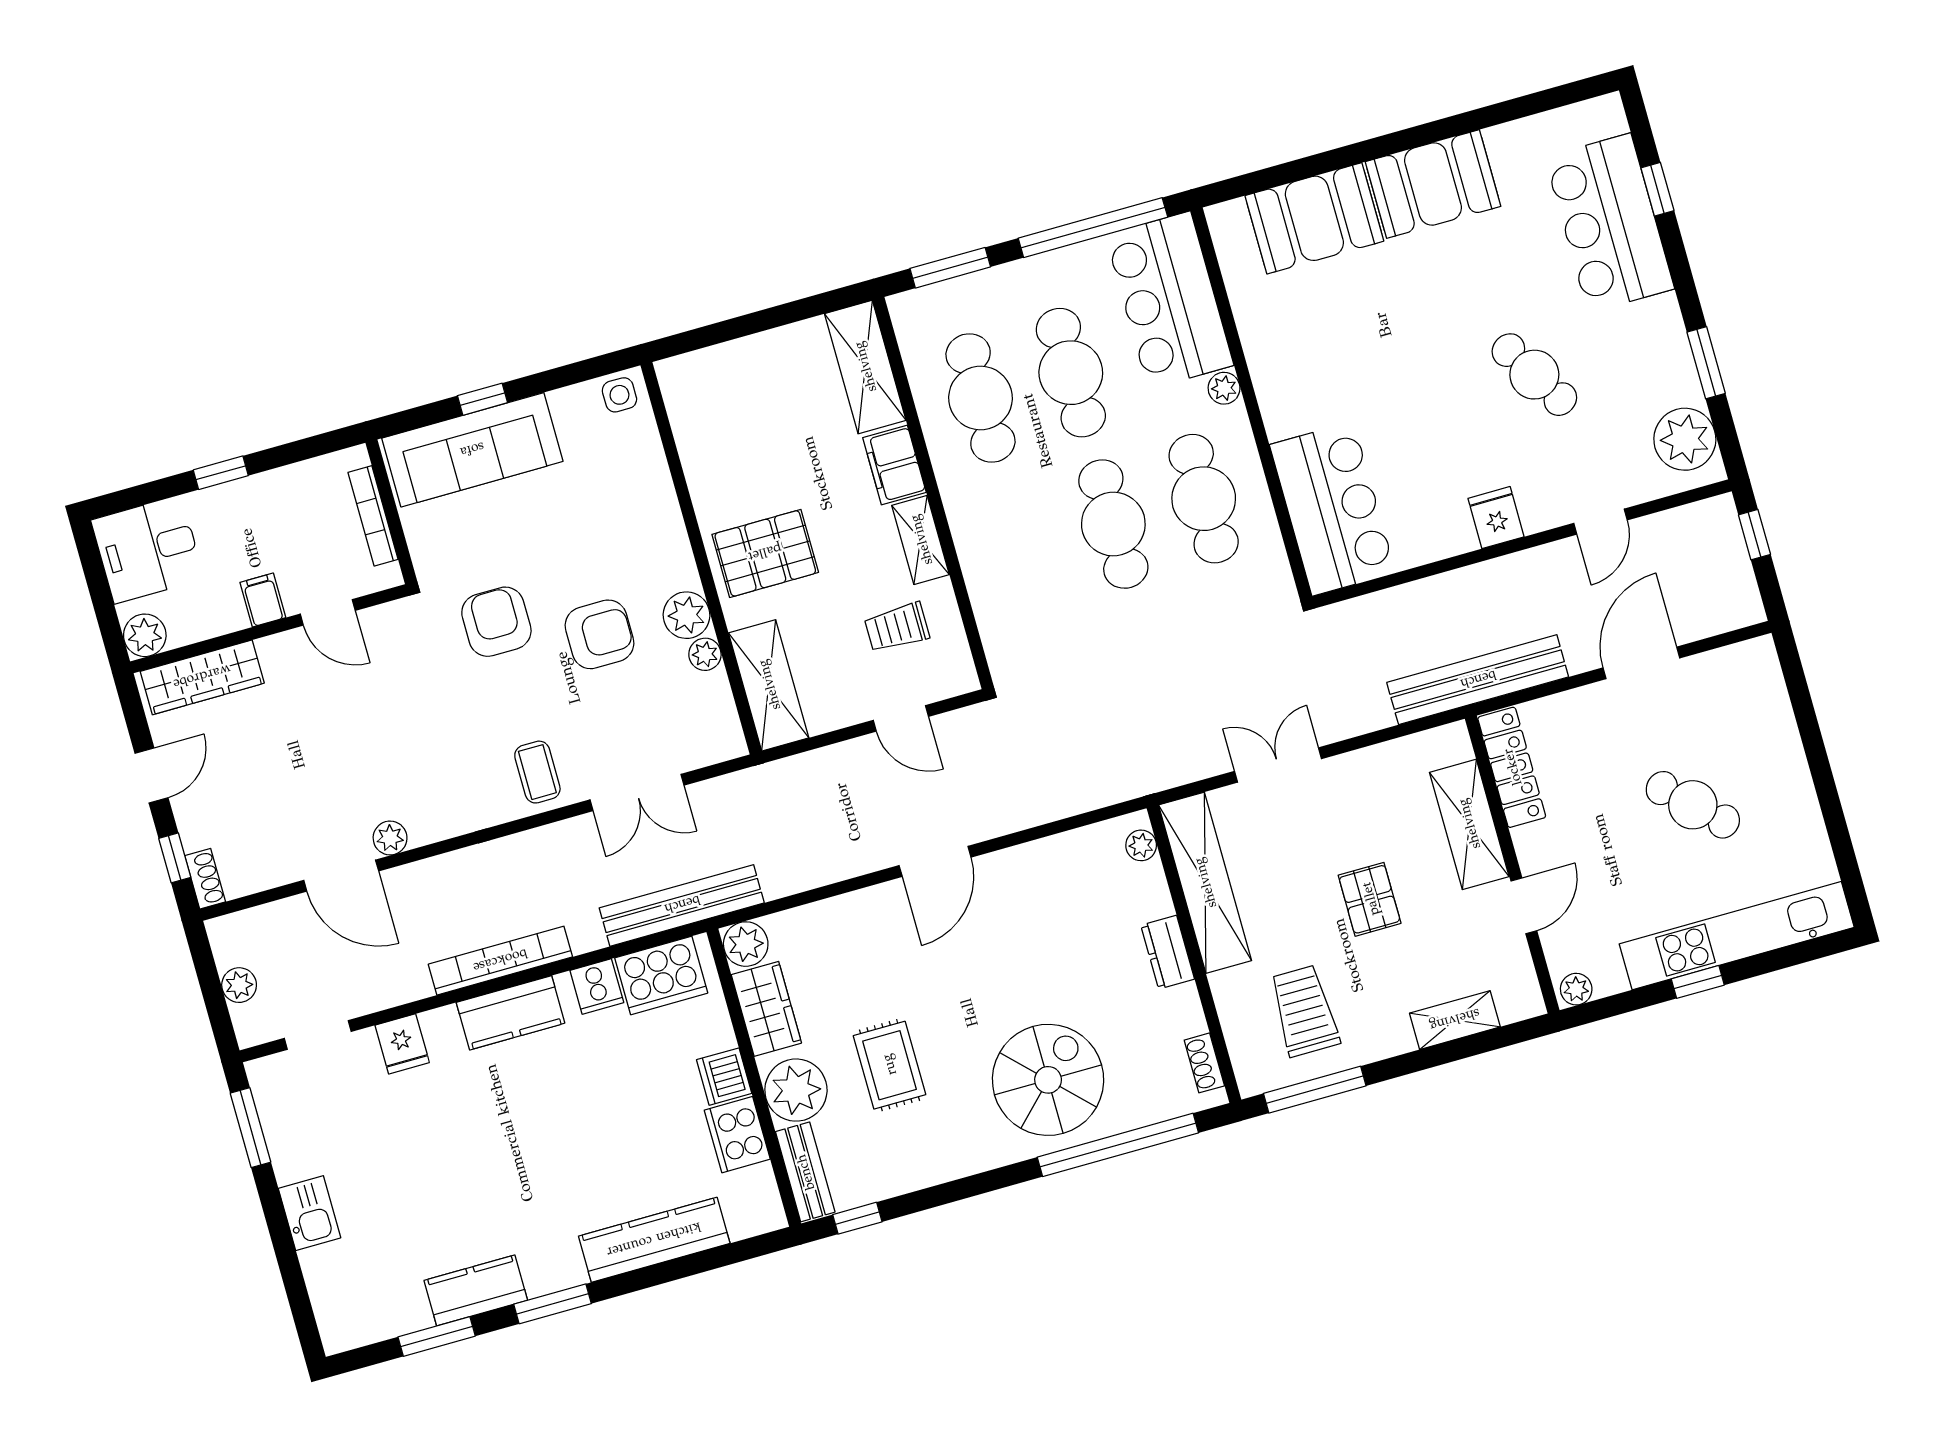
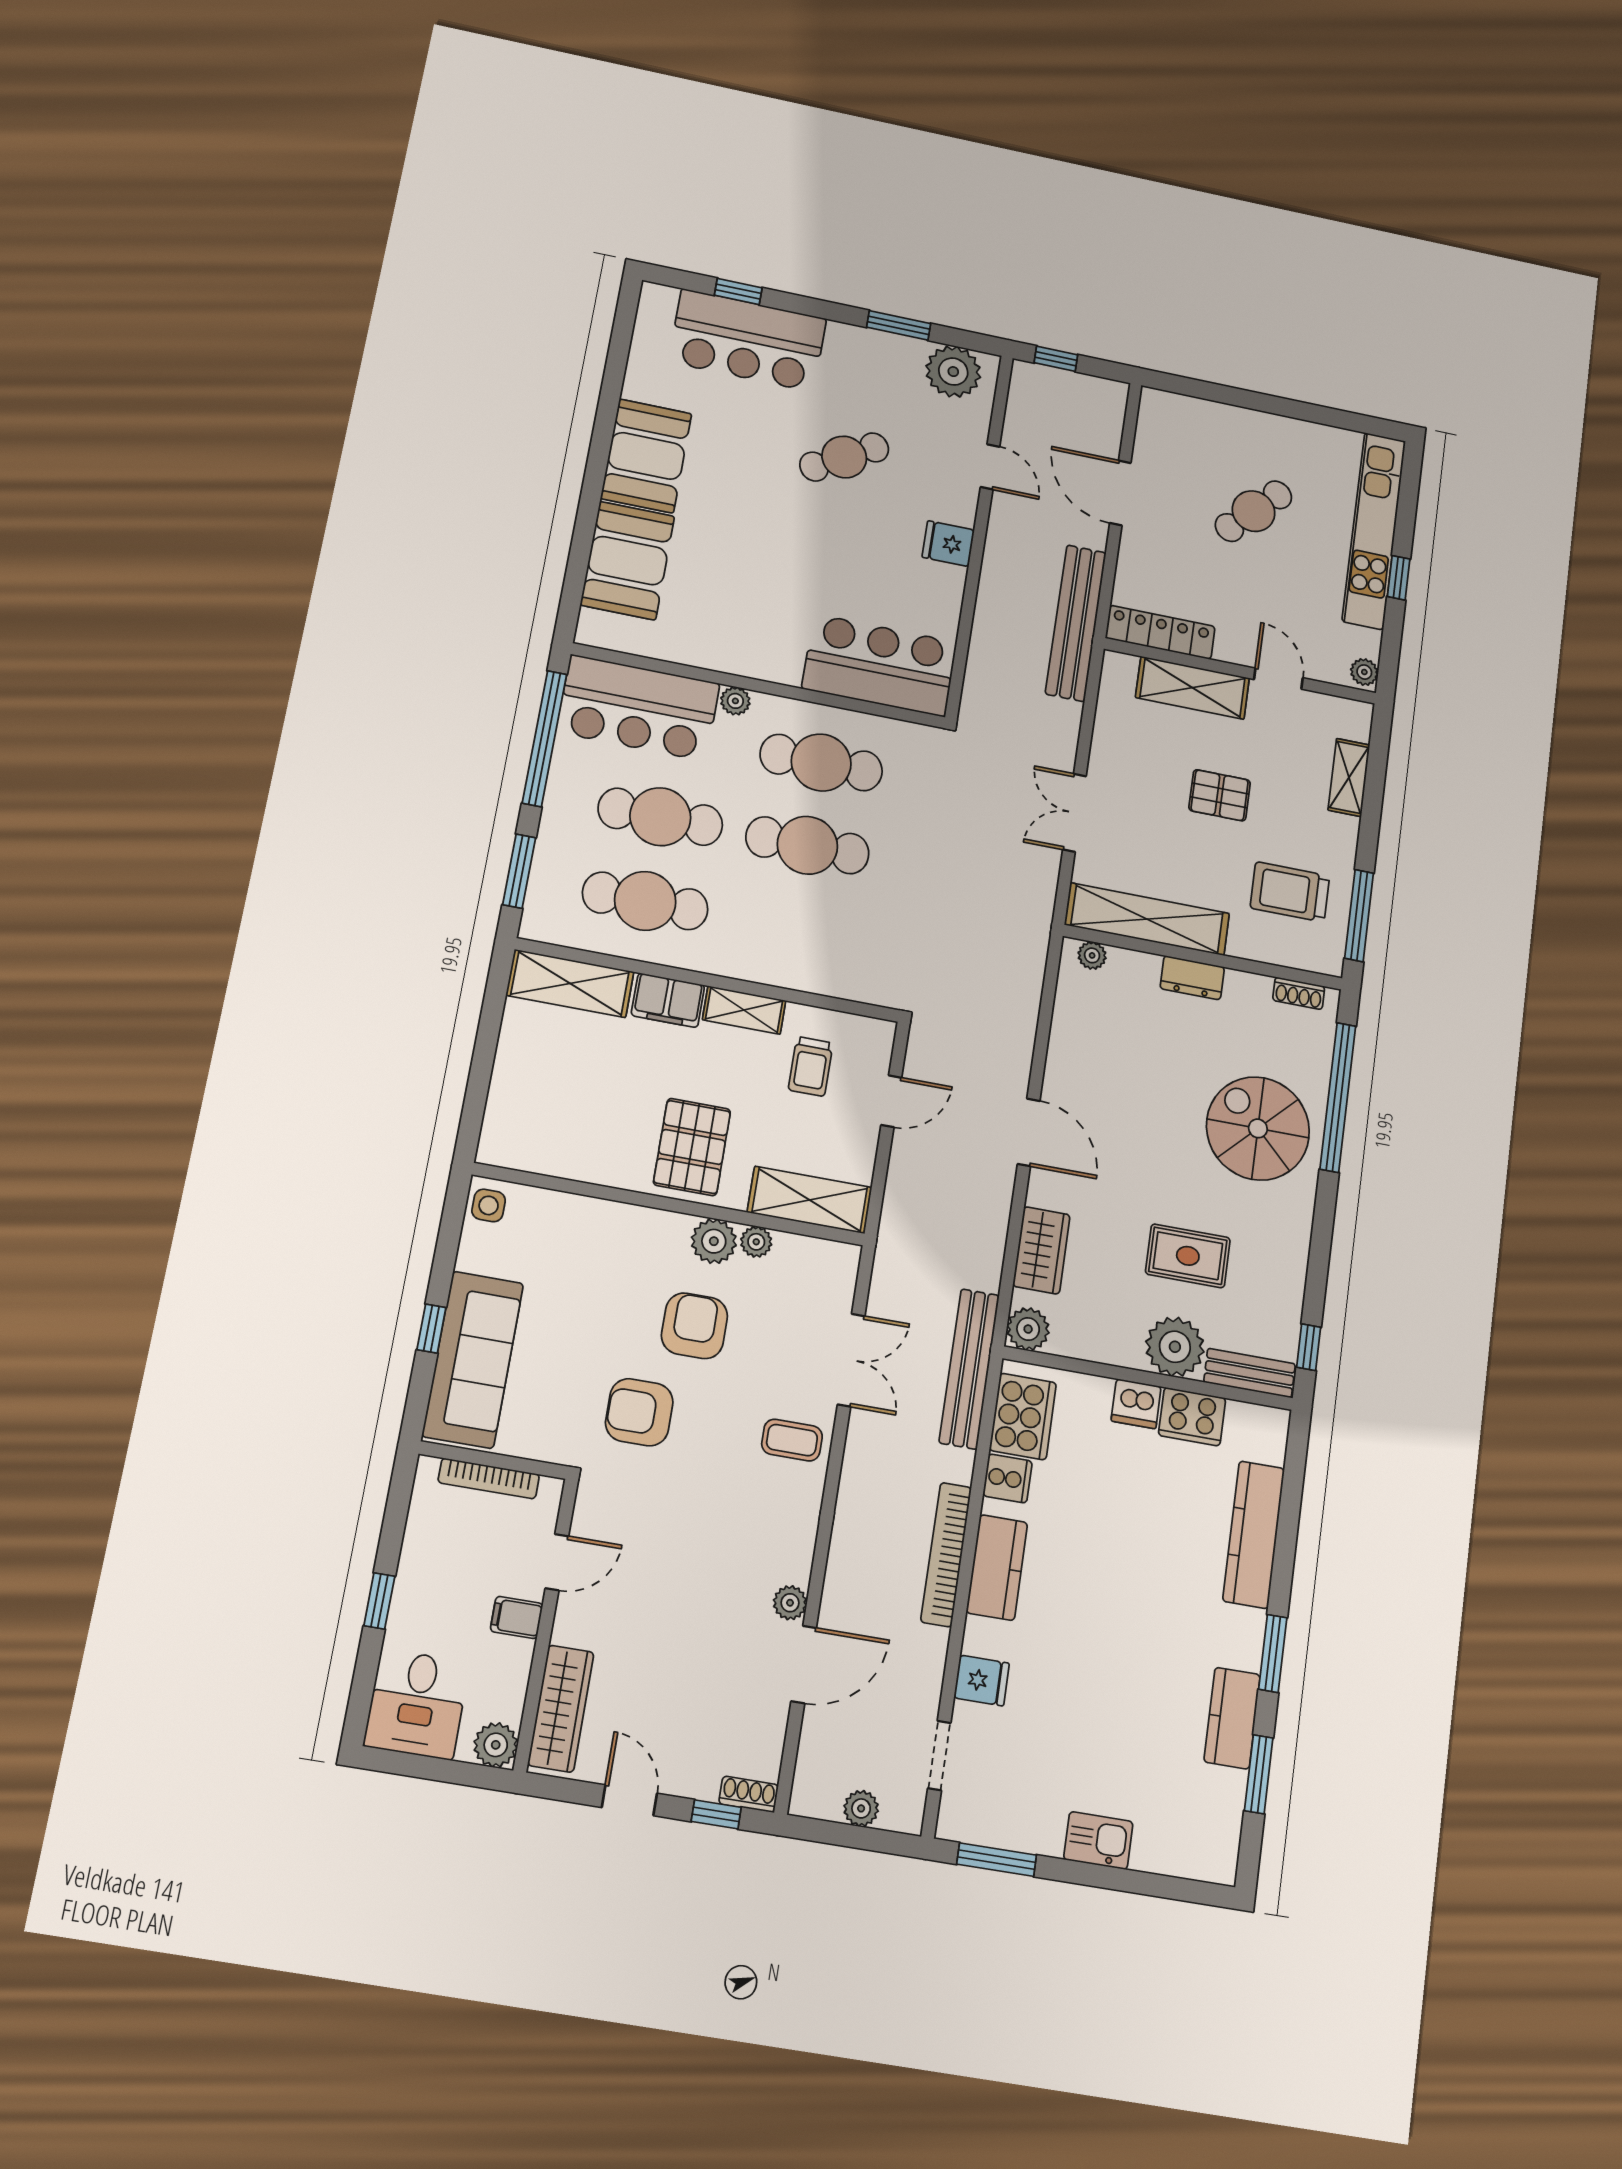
wardrobe: (766, 1009) -> (1041, 1250), moved, turned 90

